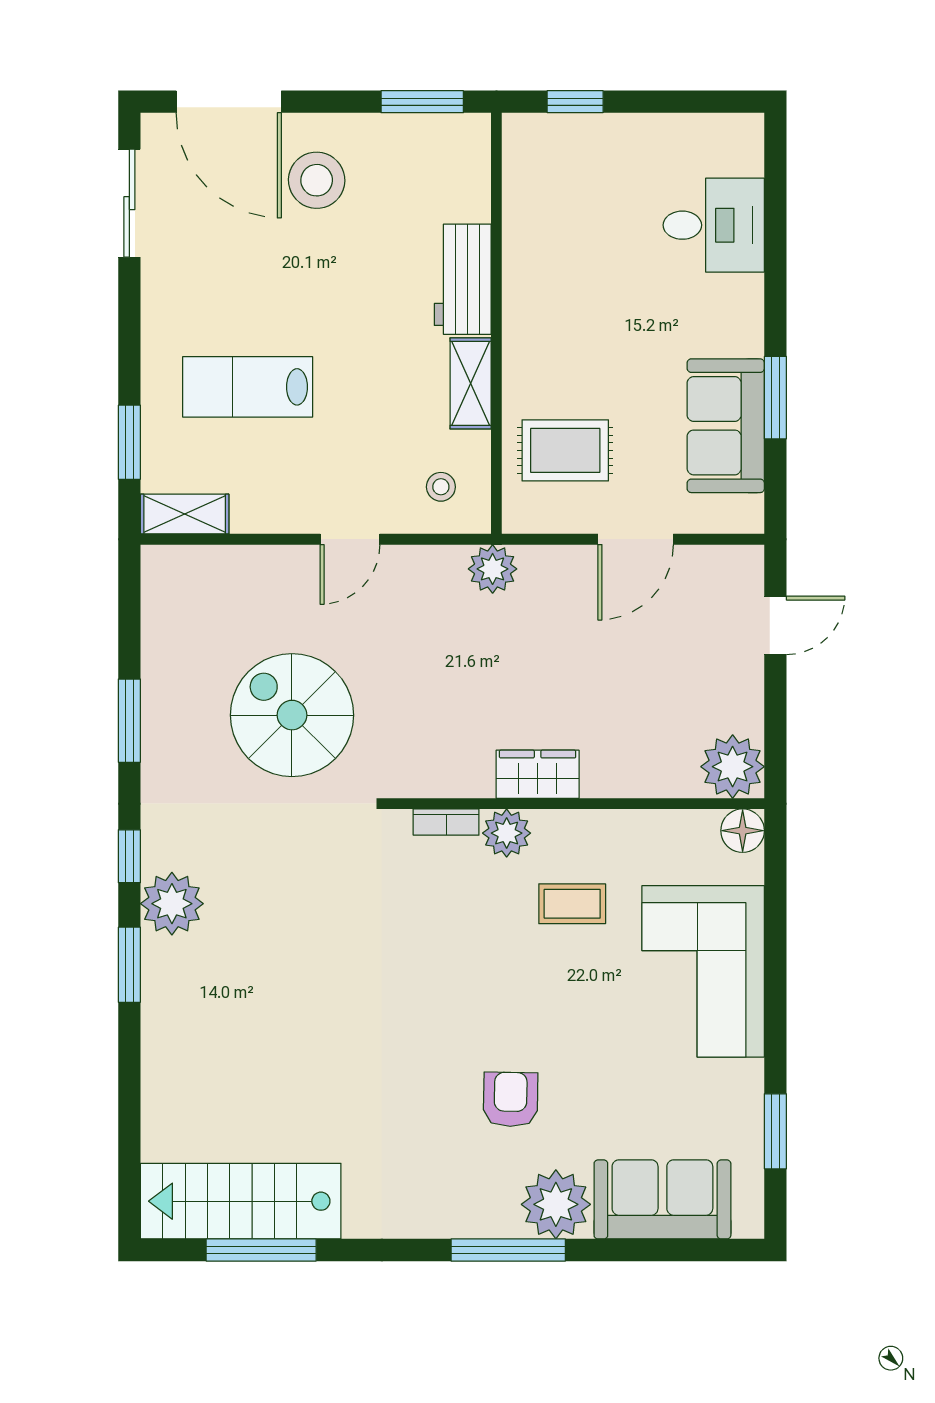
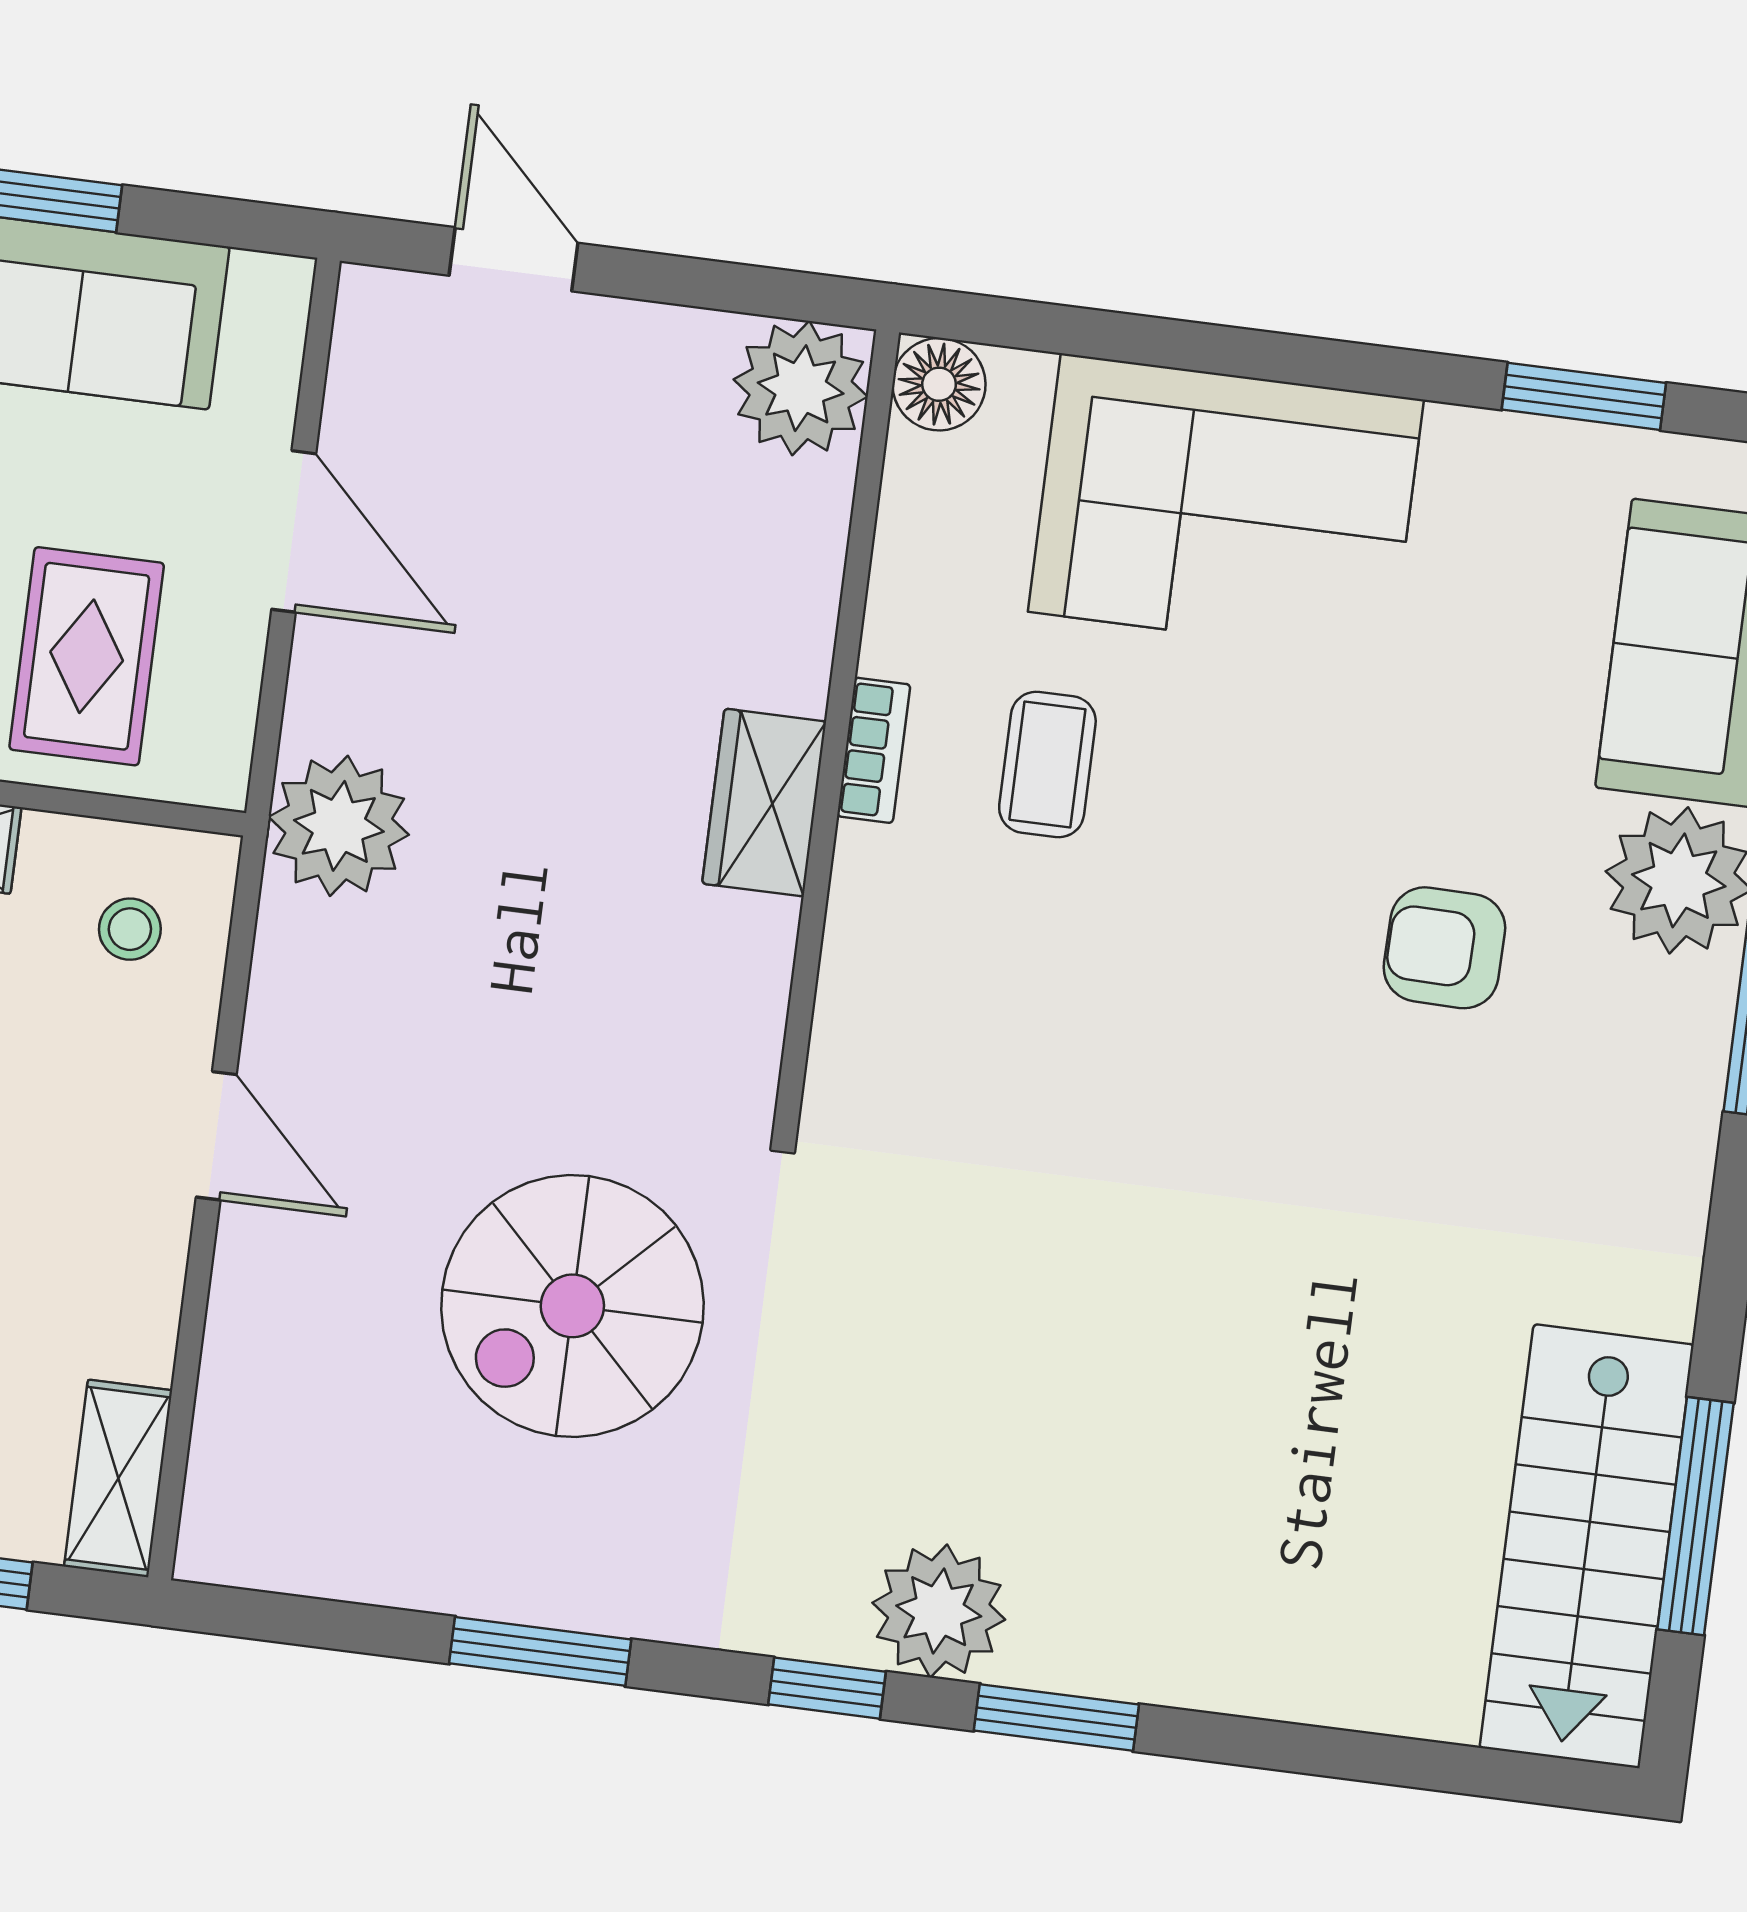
plant: (493, 569) -> (339, 826), width x1.36, depth x1.36
bookcase: (446, 822) -> (874, 750), moved
plant: (507, 833) -> (880, 884), removed

